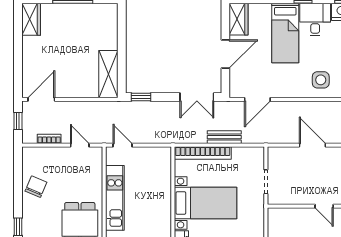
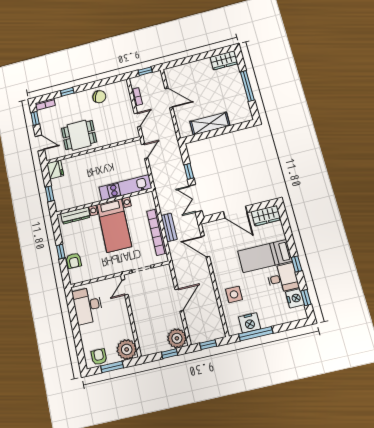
shelving: (108, 74) -> (210, 124), moved
window: (141, 97) -> (189, 171), moved
door: (41, 99) -> (169, 98), moved
bookcase: (203, 153) -> (157, 232), moved
kitchen unit: (115, 198) -> (125, 188), moved, turned 180
door: (324, 206) -> (125, 287), moved

